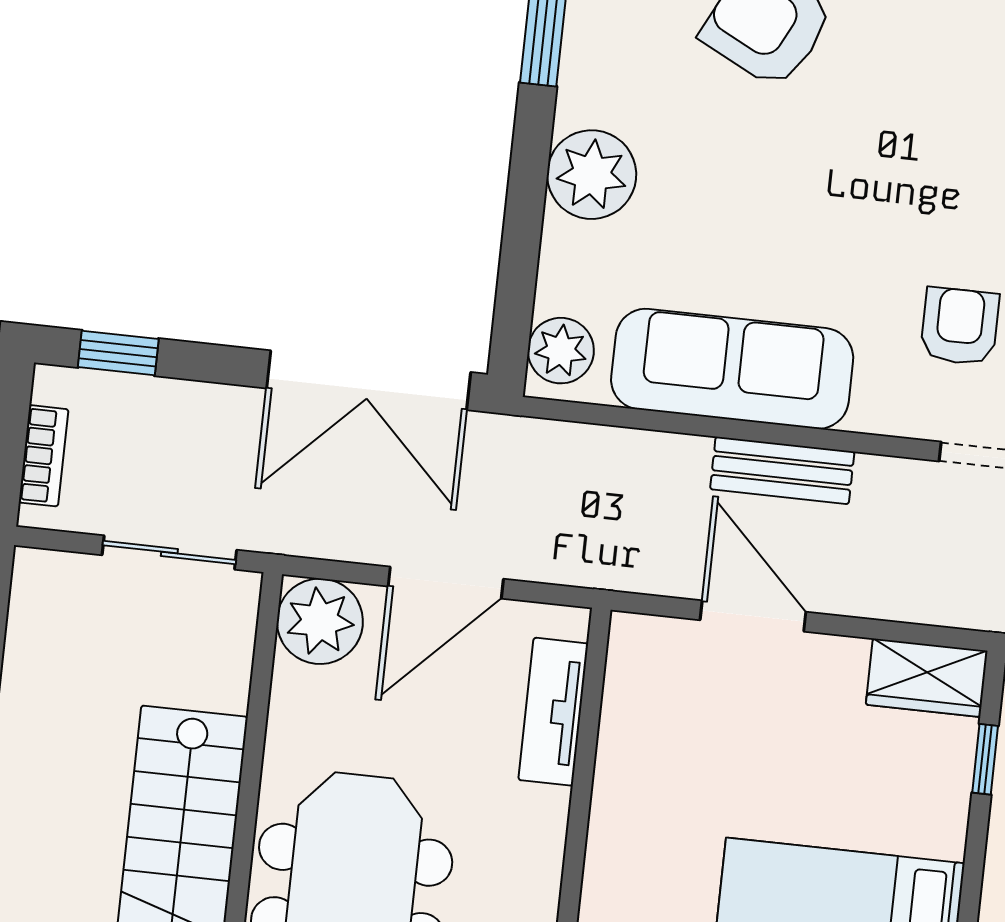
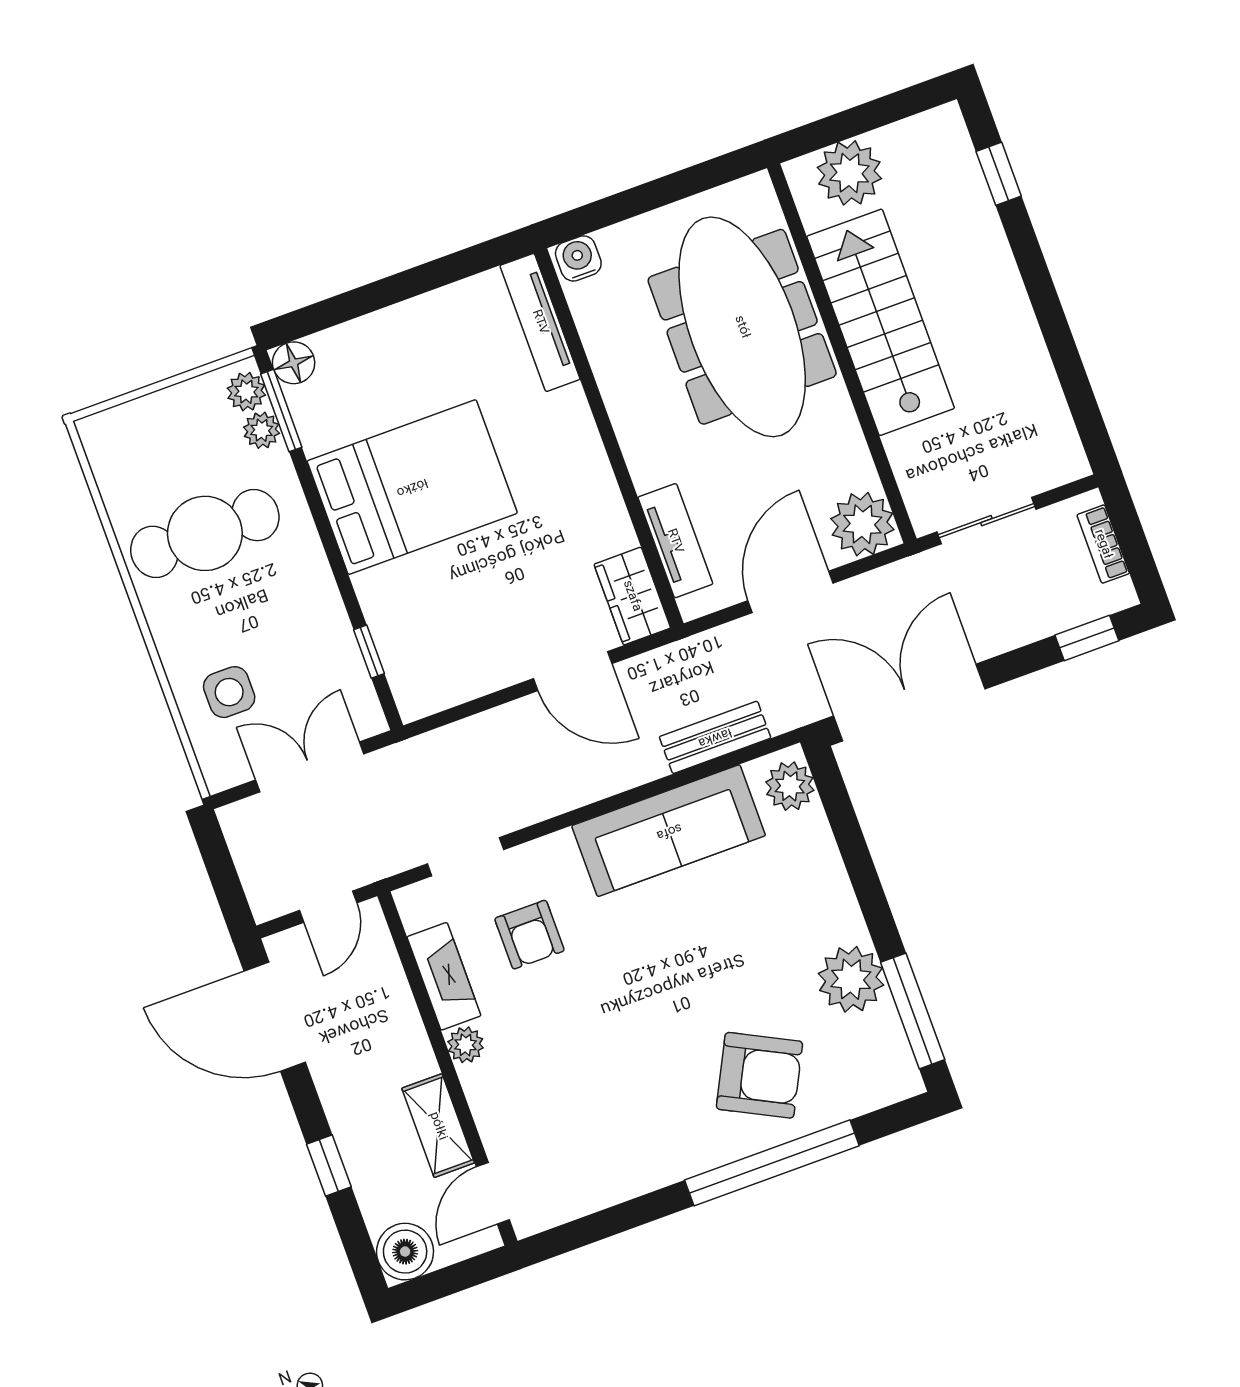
plant: (592, 175) -> (851, 979), moved
bench: (782, 470) -> (715, 737), moved
wardrobe: (927, 678) -> (632, 596), moved, turned -90

